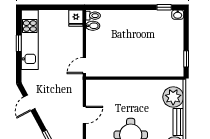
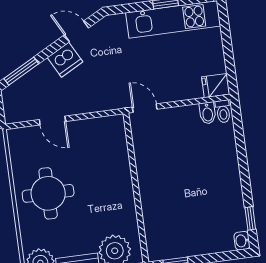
dishwasher: (46, 113) -> (65, 60), added
door: (84, 115) -> (52, 121), moved

